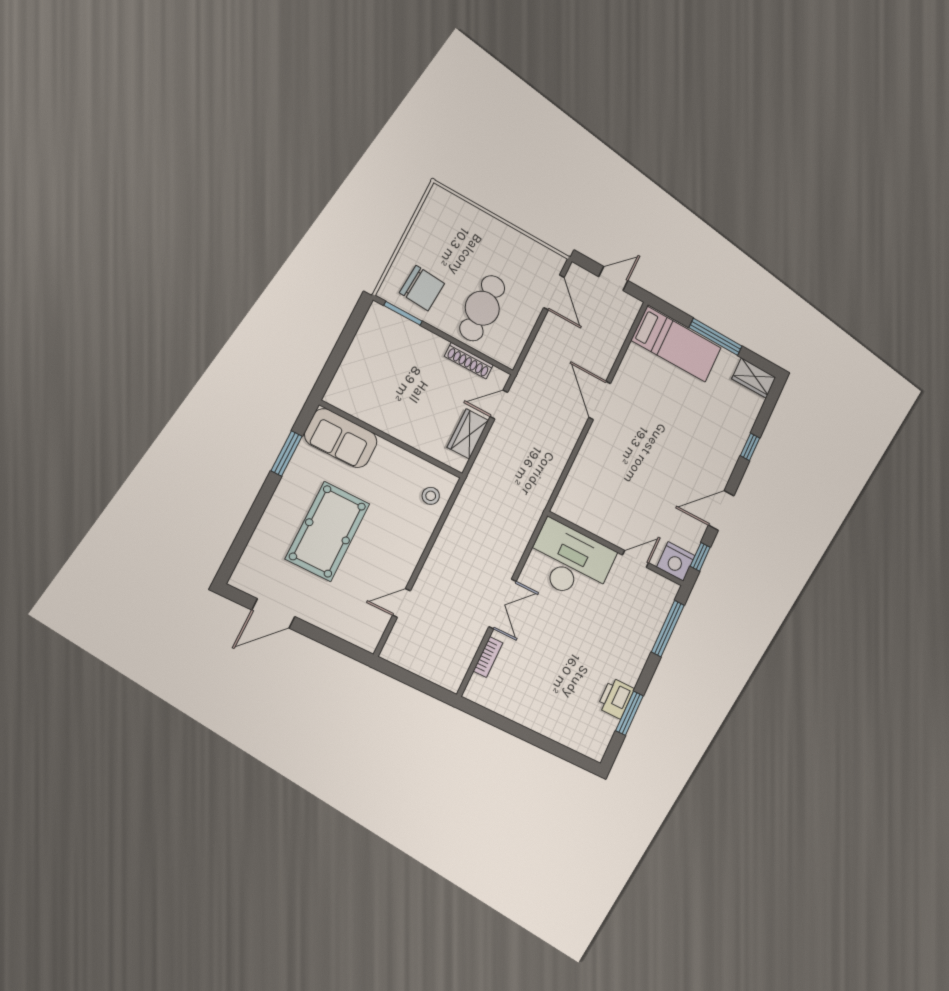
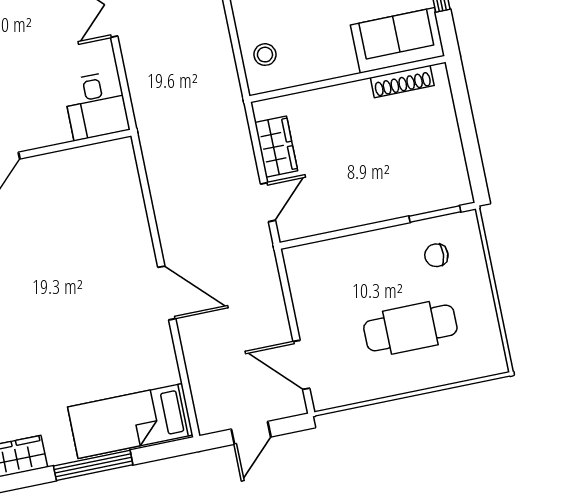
chair: (422, 288) -> (436, 255), width x0.54, depth x0.54
cafe table: (482, 308) -> (410, 328), moved, turned 90
shoe rack: (469, 361) -> (402, 81), moved, turned 180
desk: (570, 562) -> (96, 106), width x0.53, depth x0.77

